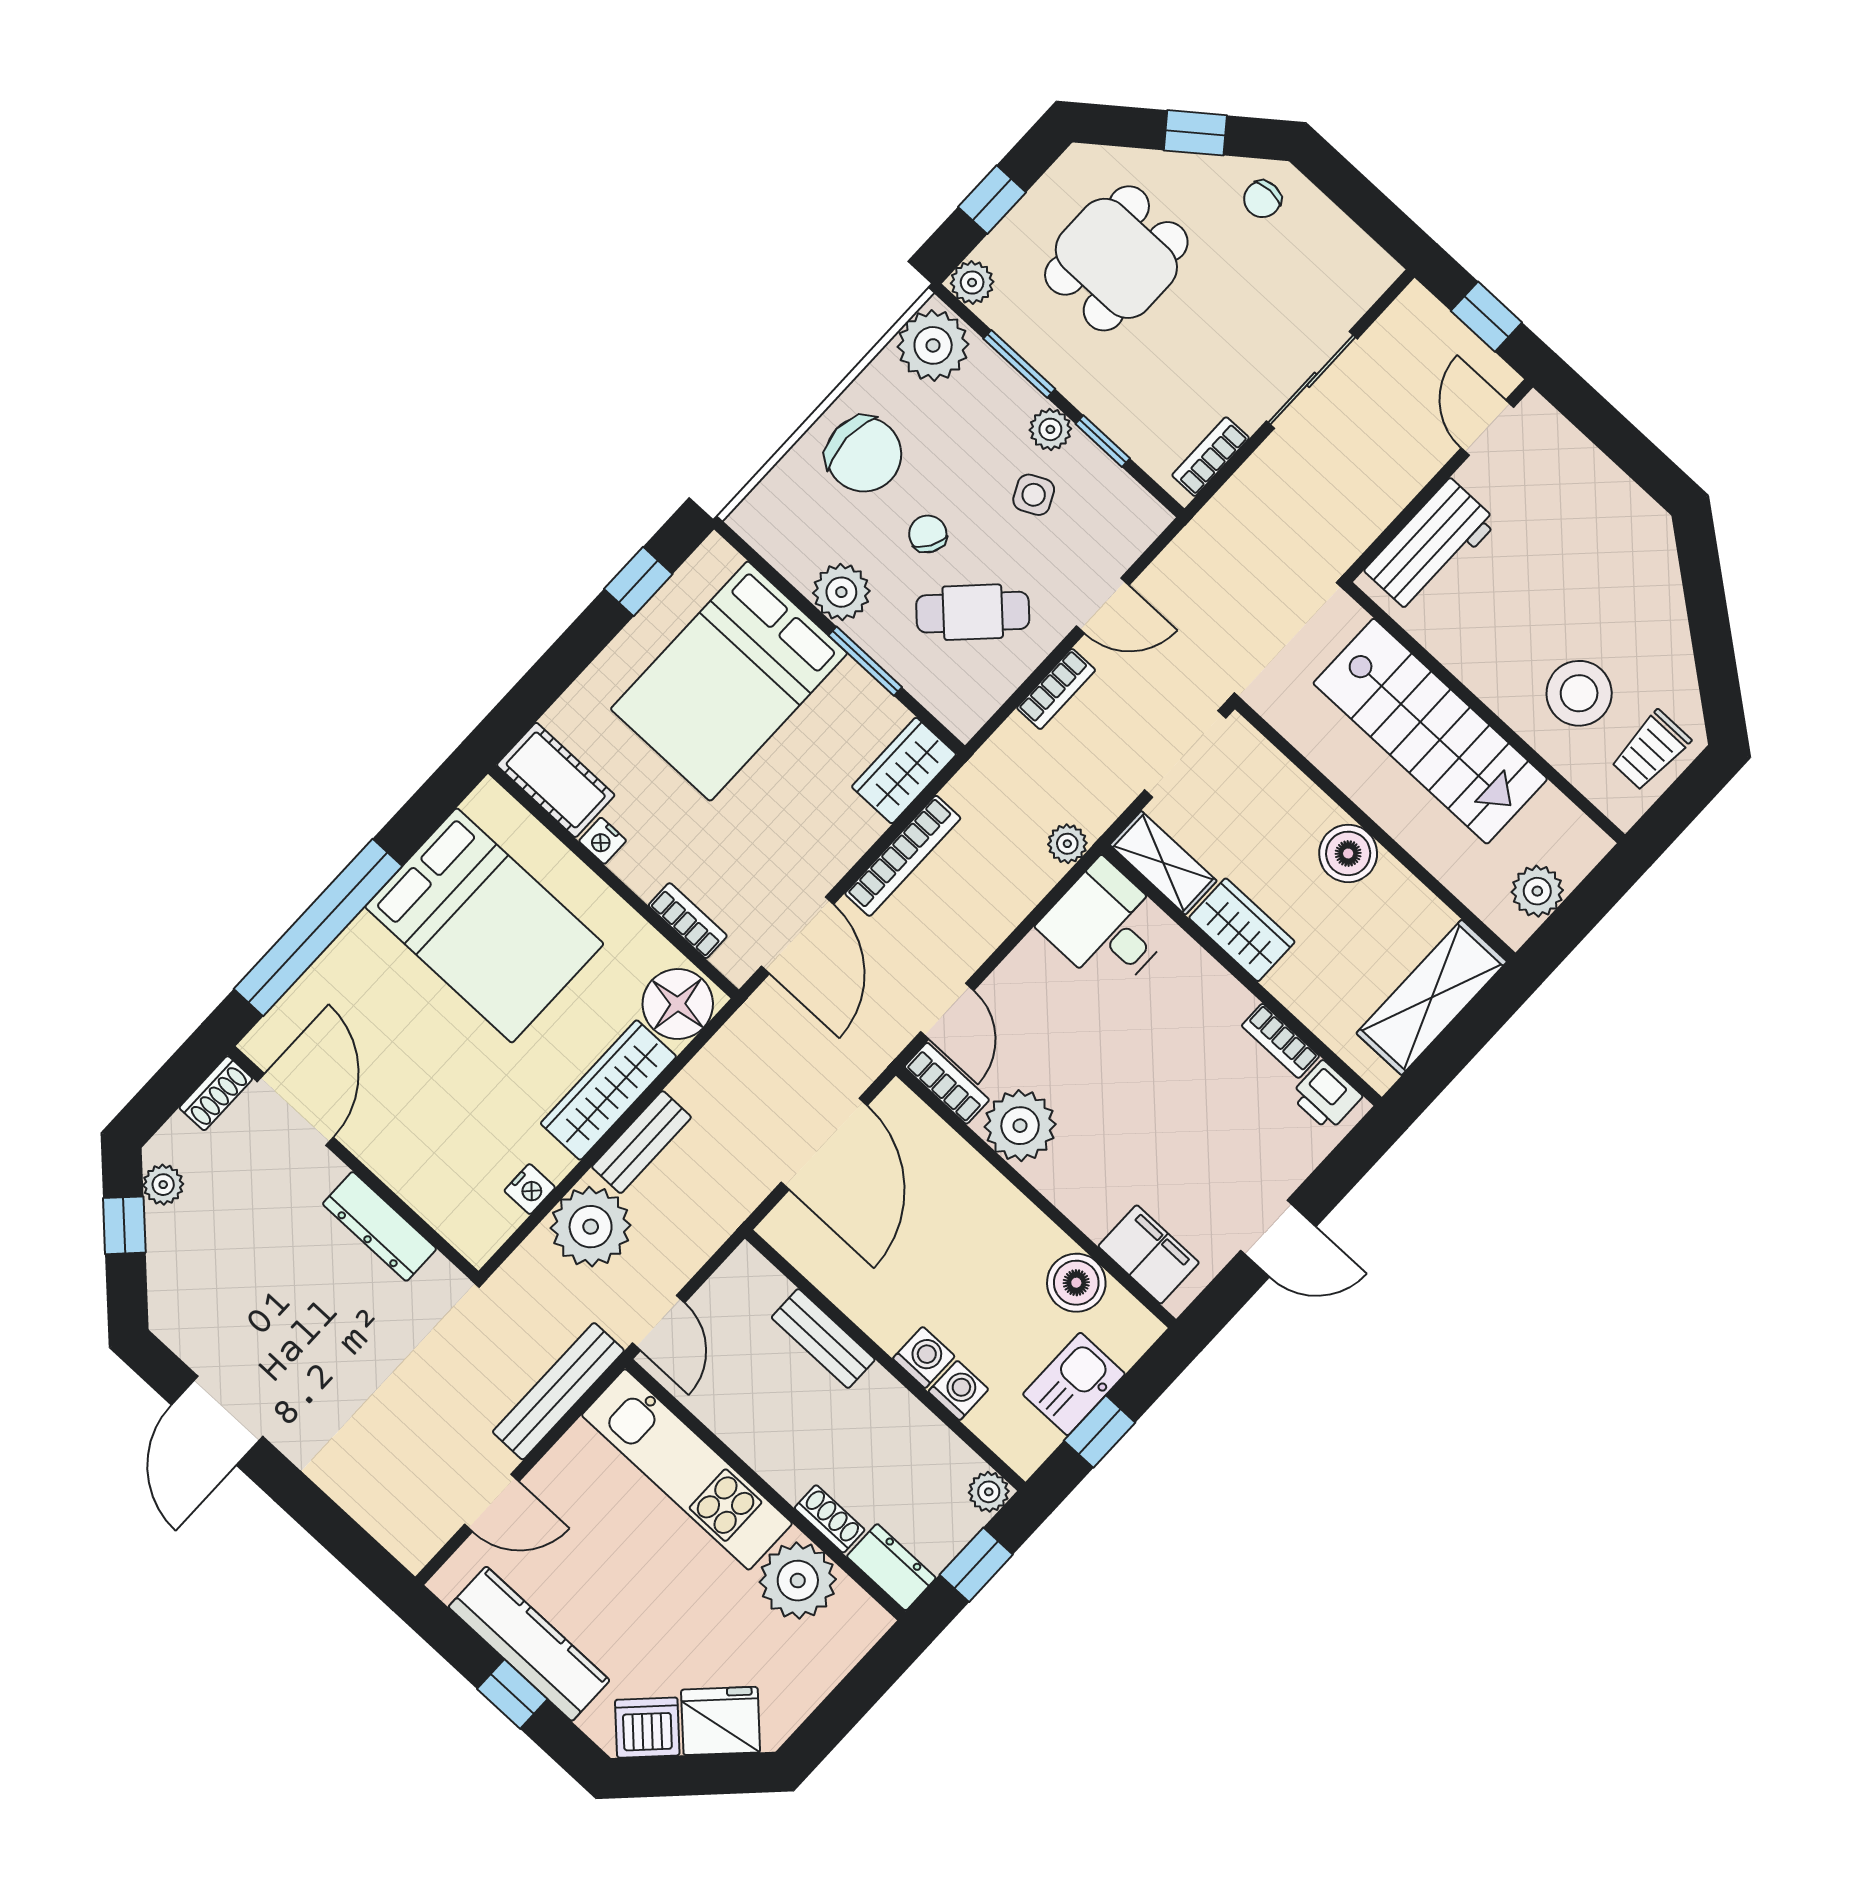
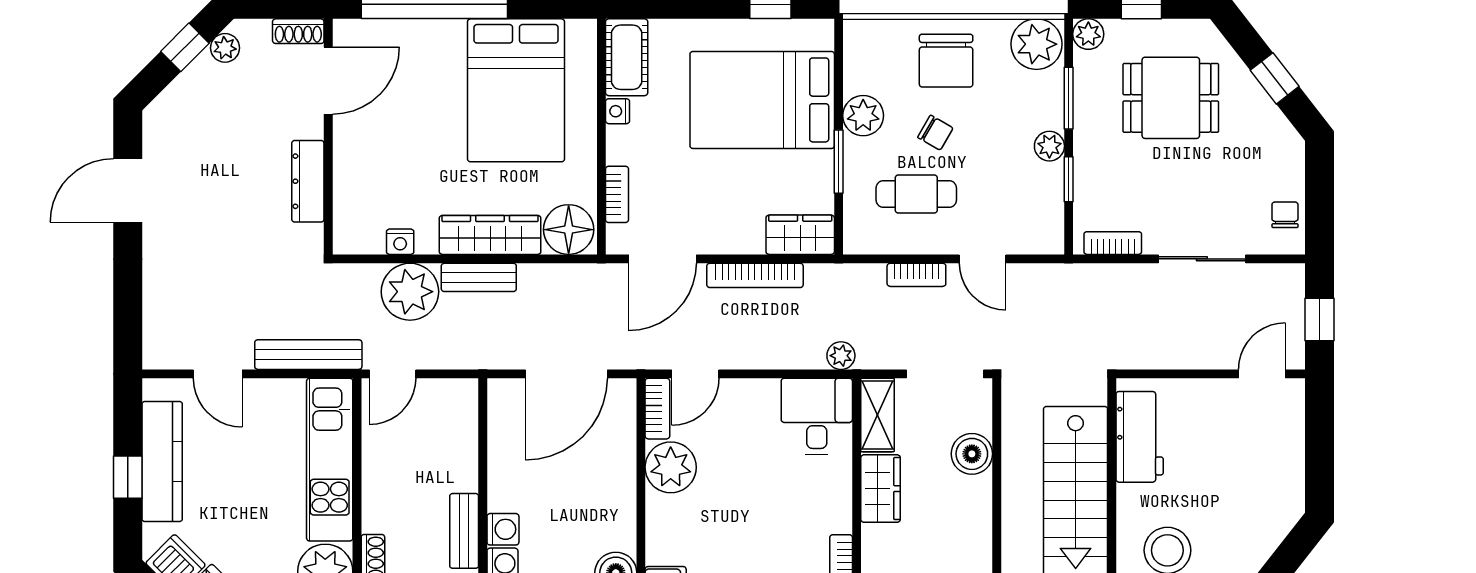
chair: (1262, 199) -> (1285, 215), moved, turned 90
side table: (1034, 495) -> (1007, 169), removed
chair: (928, 534) -> (935, 133), turned 89
workbench: (1431, 546) -> (1140, 437), moved, turned -90
cafe table: (973, 612) -> (916, 194), turned -45
boiler: (1348, 853) -> (972, 454), moved
bench: (823, 1338) -> (464, 531), moved

